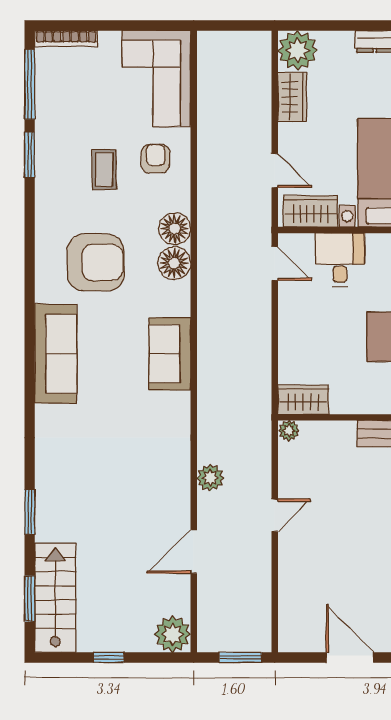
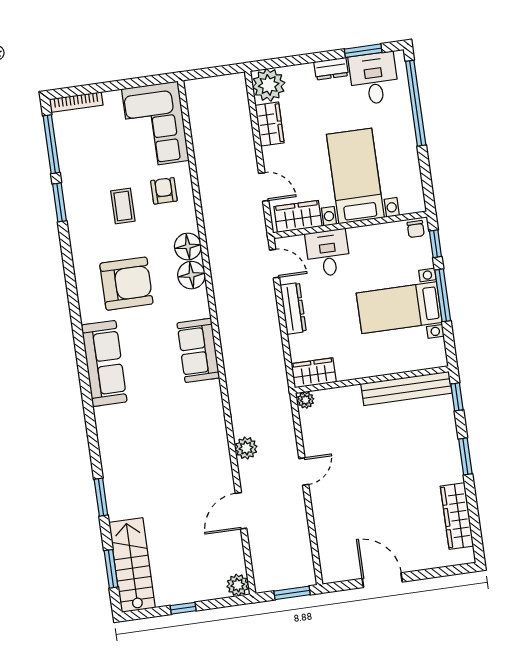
dresser: (289, 320) -> (293, 308), added
plant: (173, 634) -> (238, 585), width x0.73, depth x0.73

